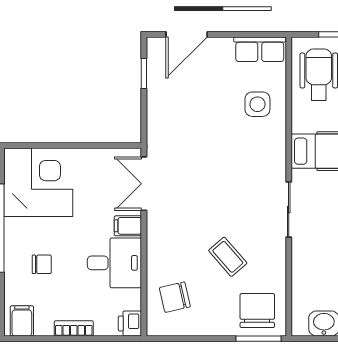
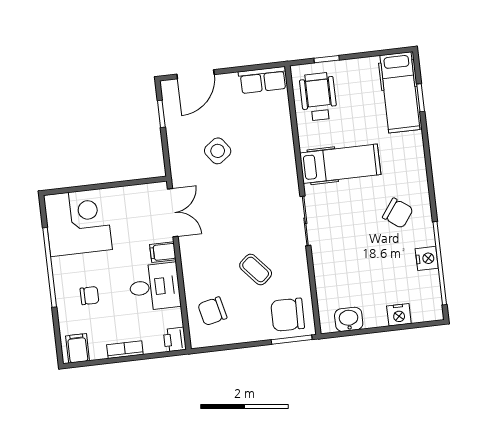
side table: (257, 104) -> (218, 151), moved, turned -36
double door: (144, 184) -> (173, 213), swing flipped
chair: (257, 311) -> (288, 315), turned -89

